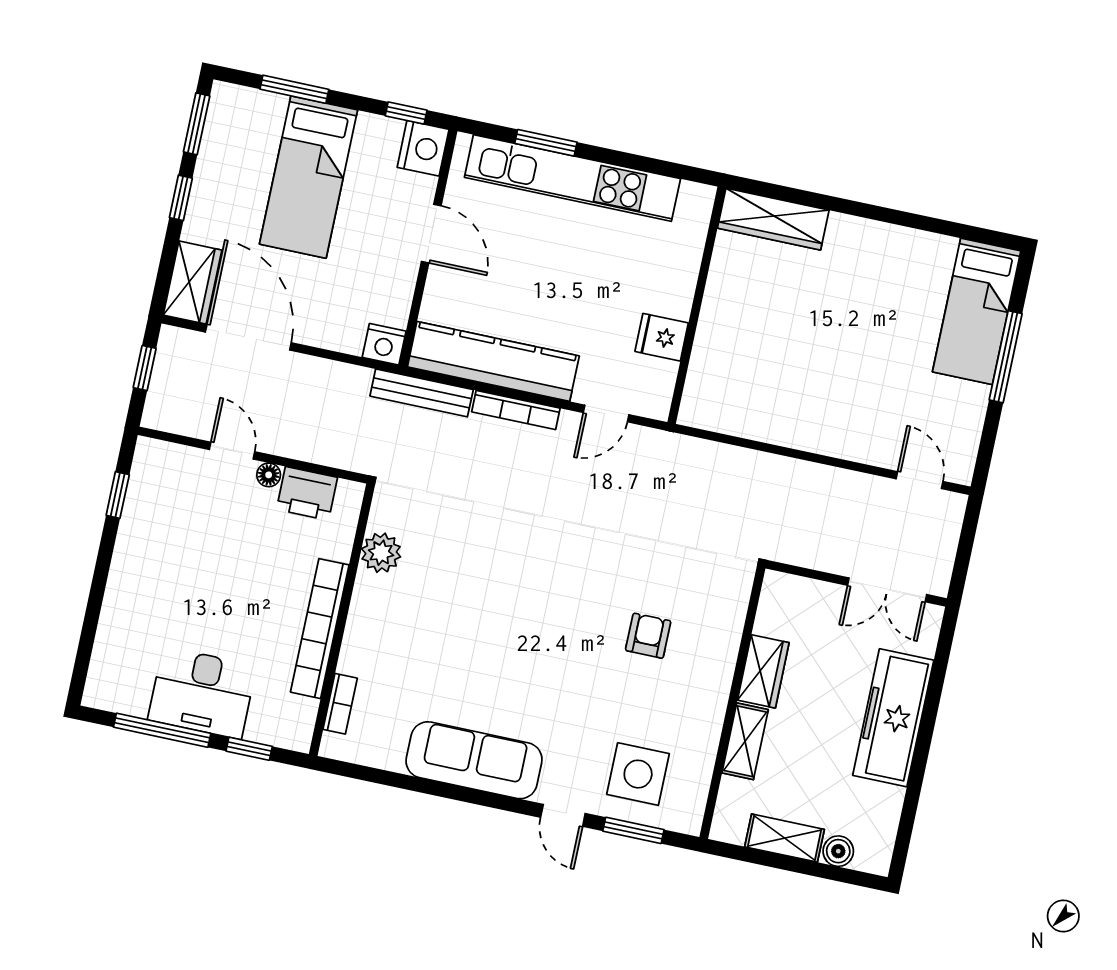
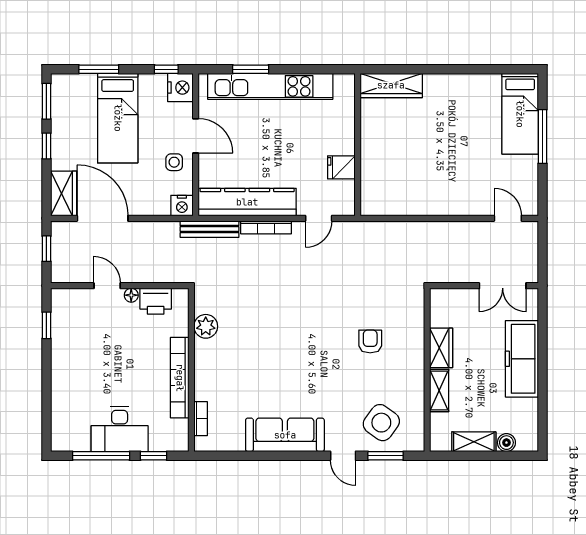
side table: (387, 270) -> (174, 162), added
side table: (638, 774) -> (381, 423), turned 36

